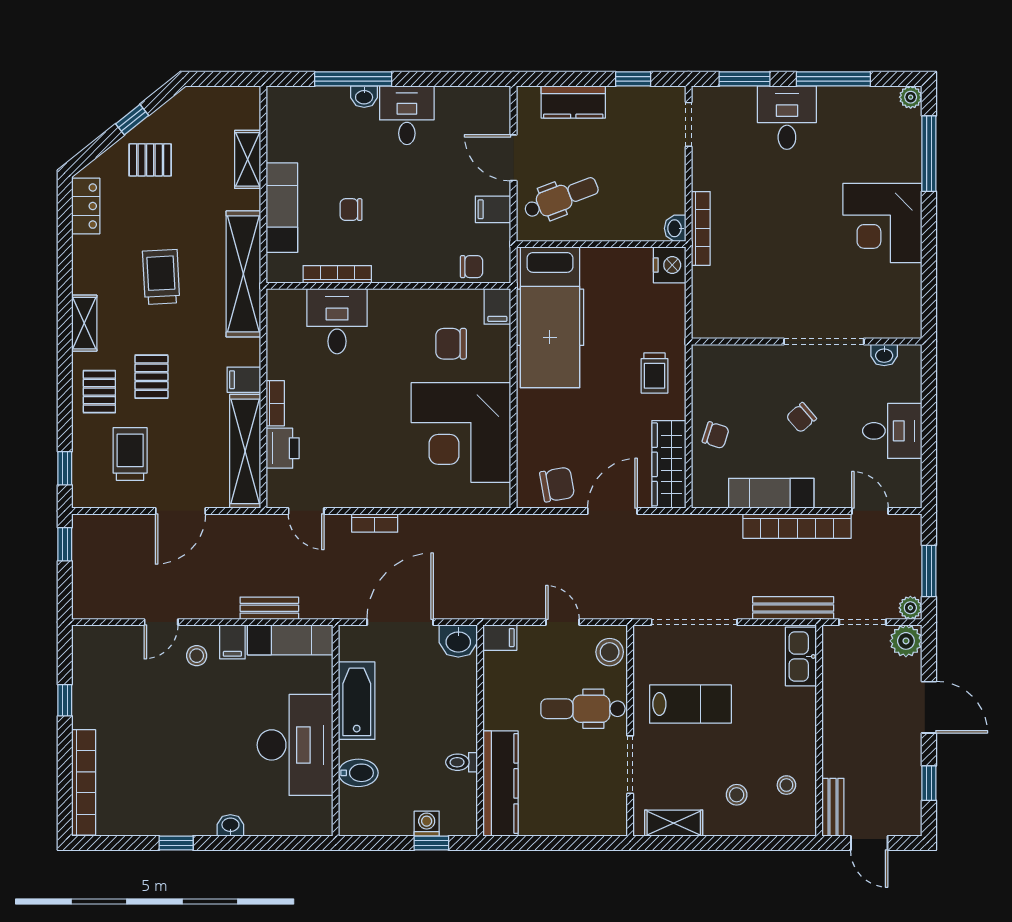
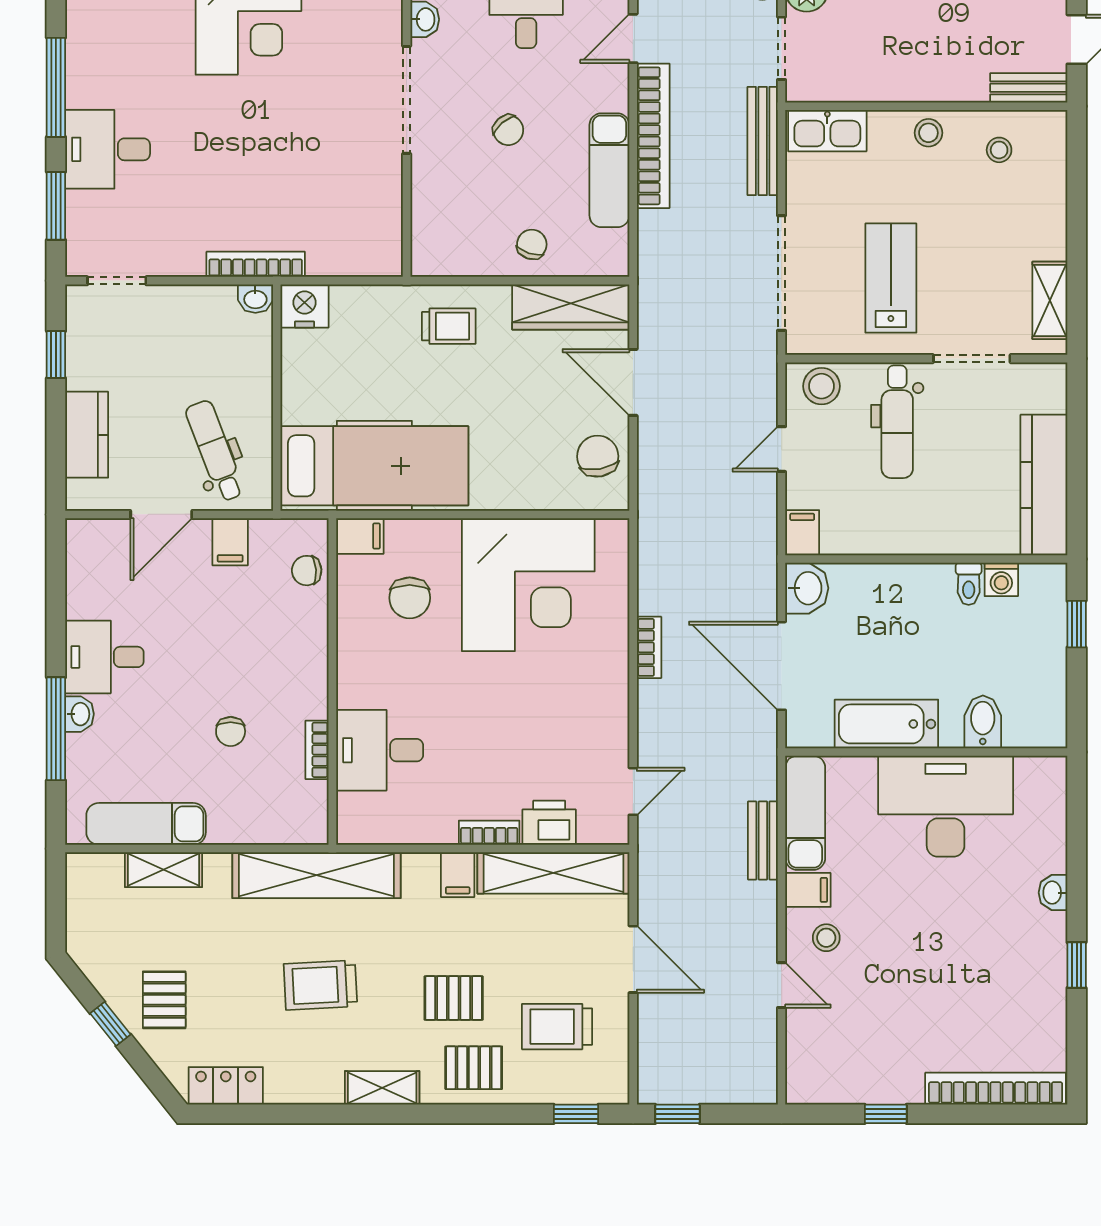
exam couch: (282, 208) -> (146, 824), moved
chair: (472, 267) -> (307, 571), turned -94
bookcase: (337, 274) -> (317, 750), width x0.64
bookcase: (375, 523) -> (649, 647), moved
kitchen counter: (500, 783) -> (1044, 485), moved, turned -90
stool: (737, 795) -> (928, 133), moved
washing machine: (427, 824) -> (1001, 579), moved, turned -90

